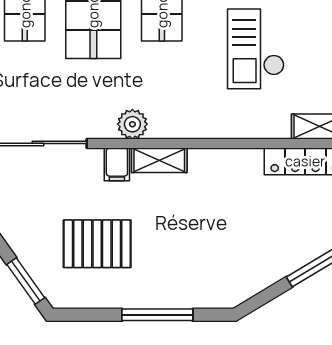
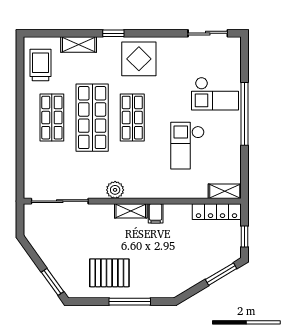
filing cabinet: (117, 164) -> (156, 213), moved
pallet: (97, 244) -> (109, 273), moved

